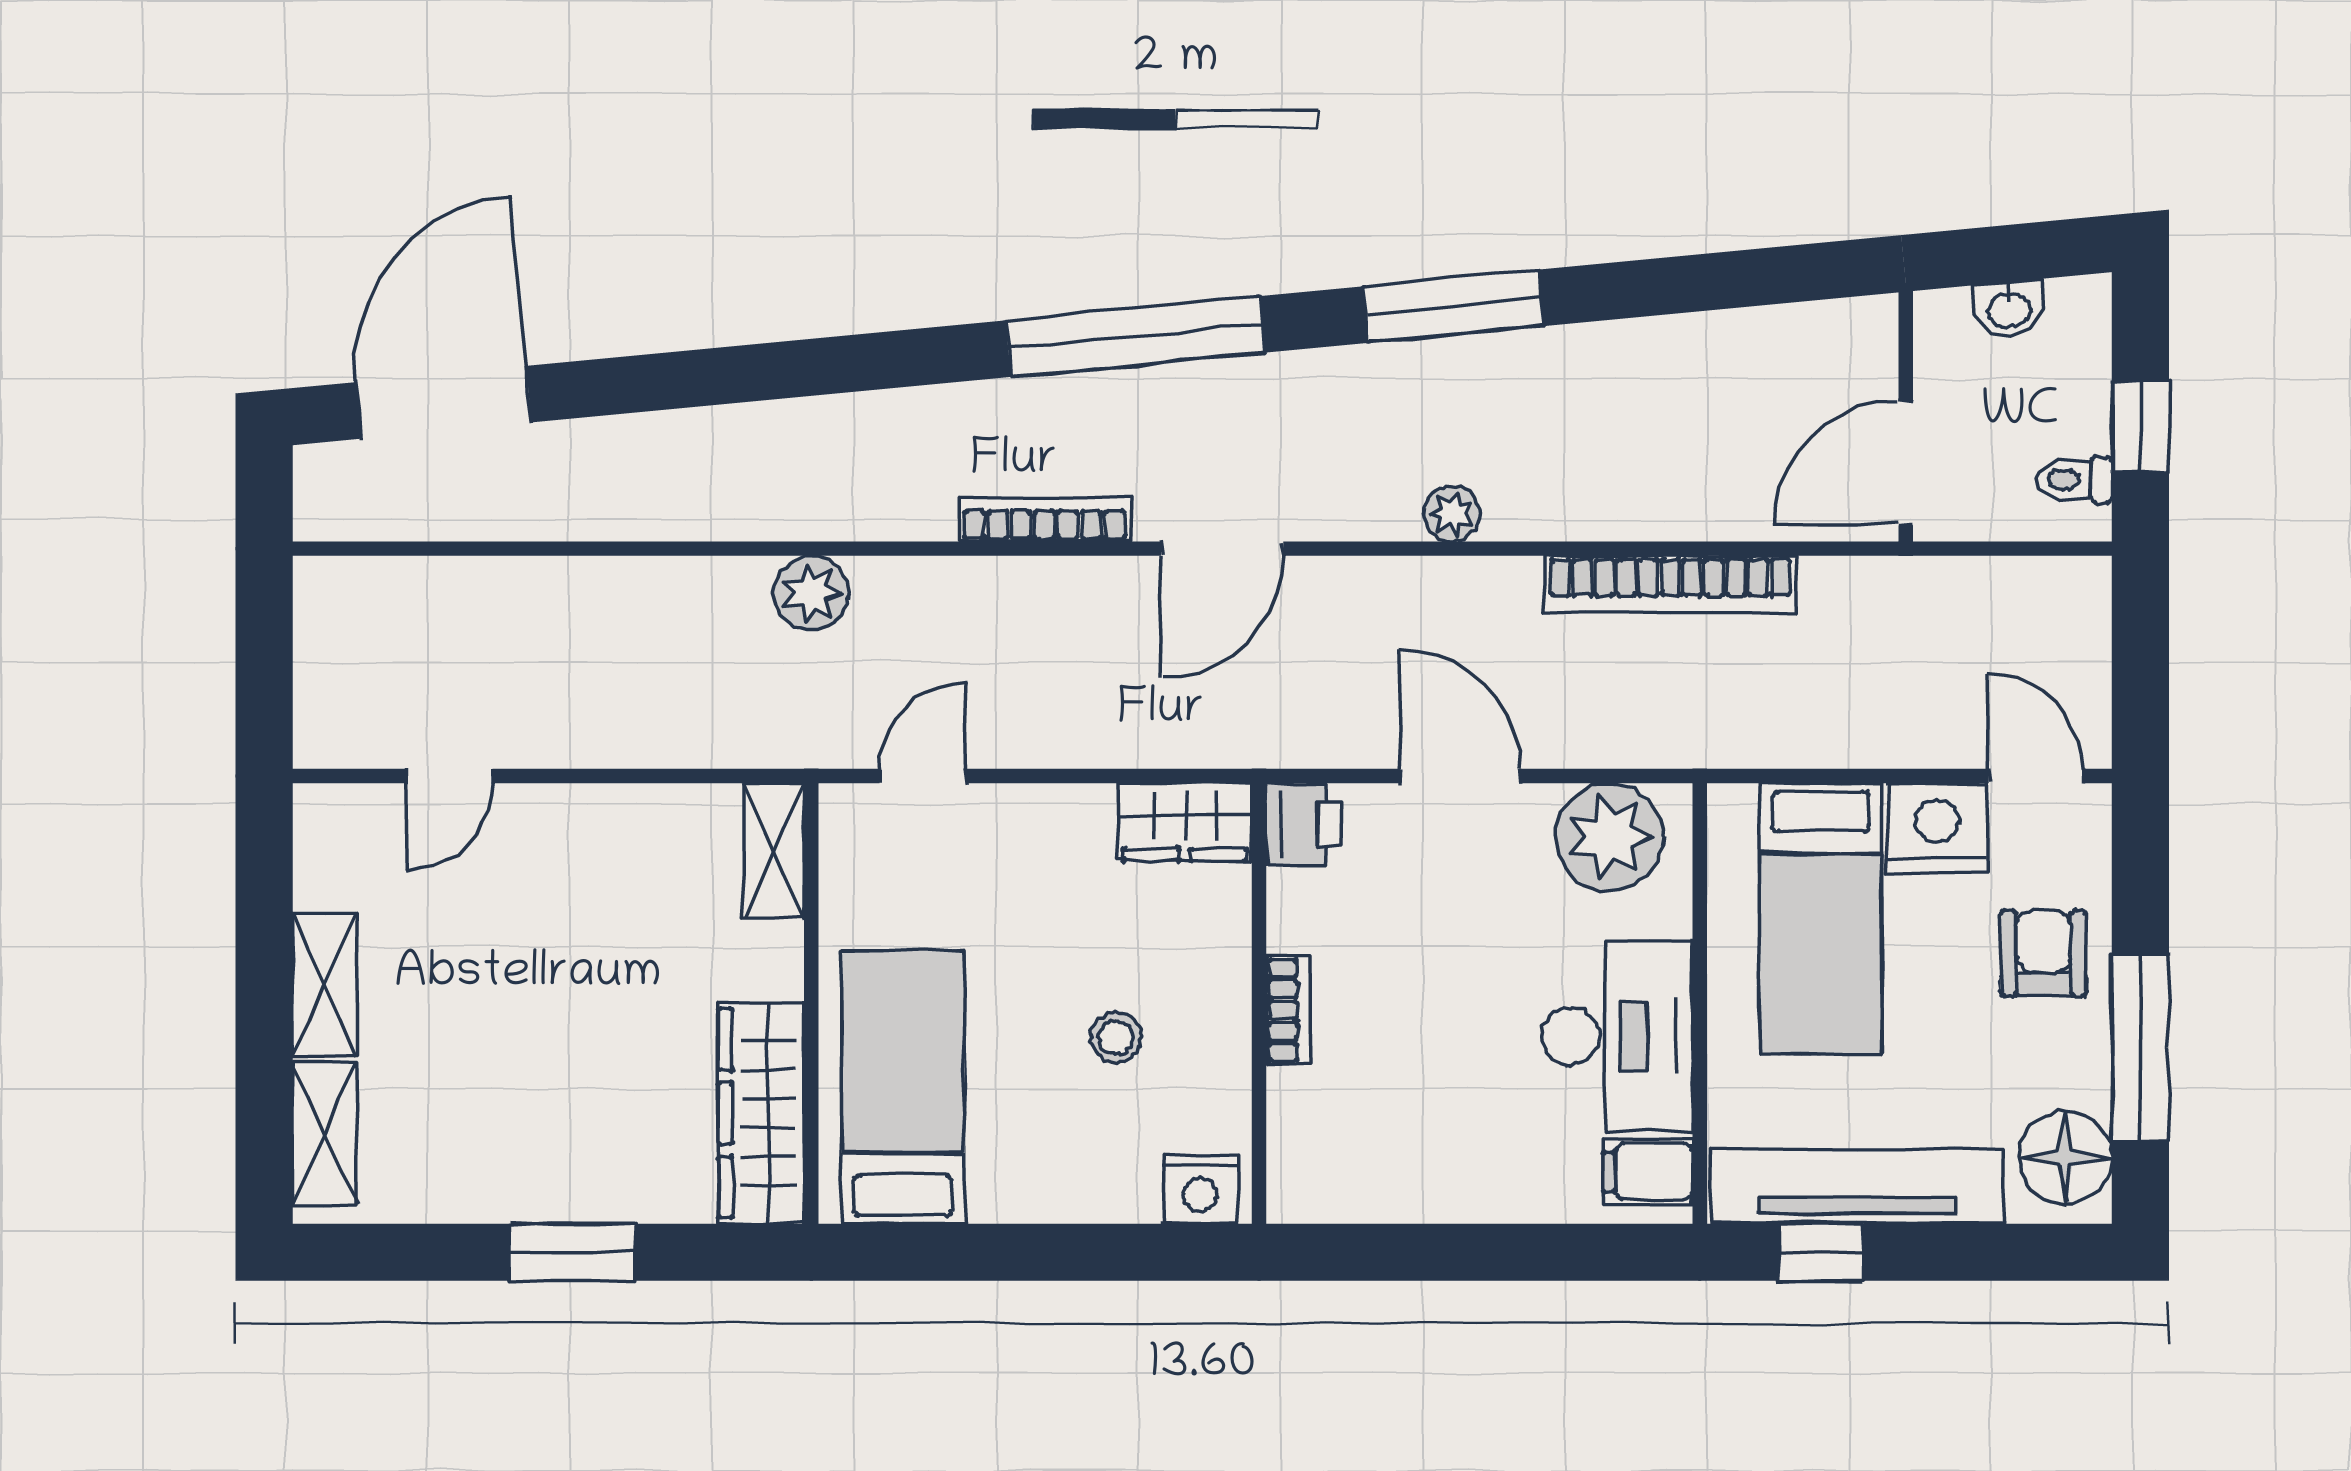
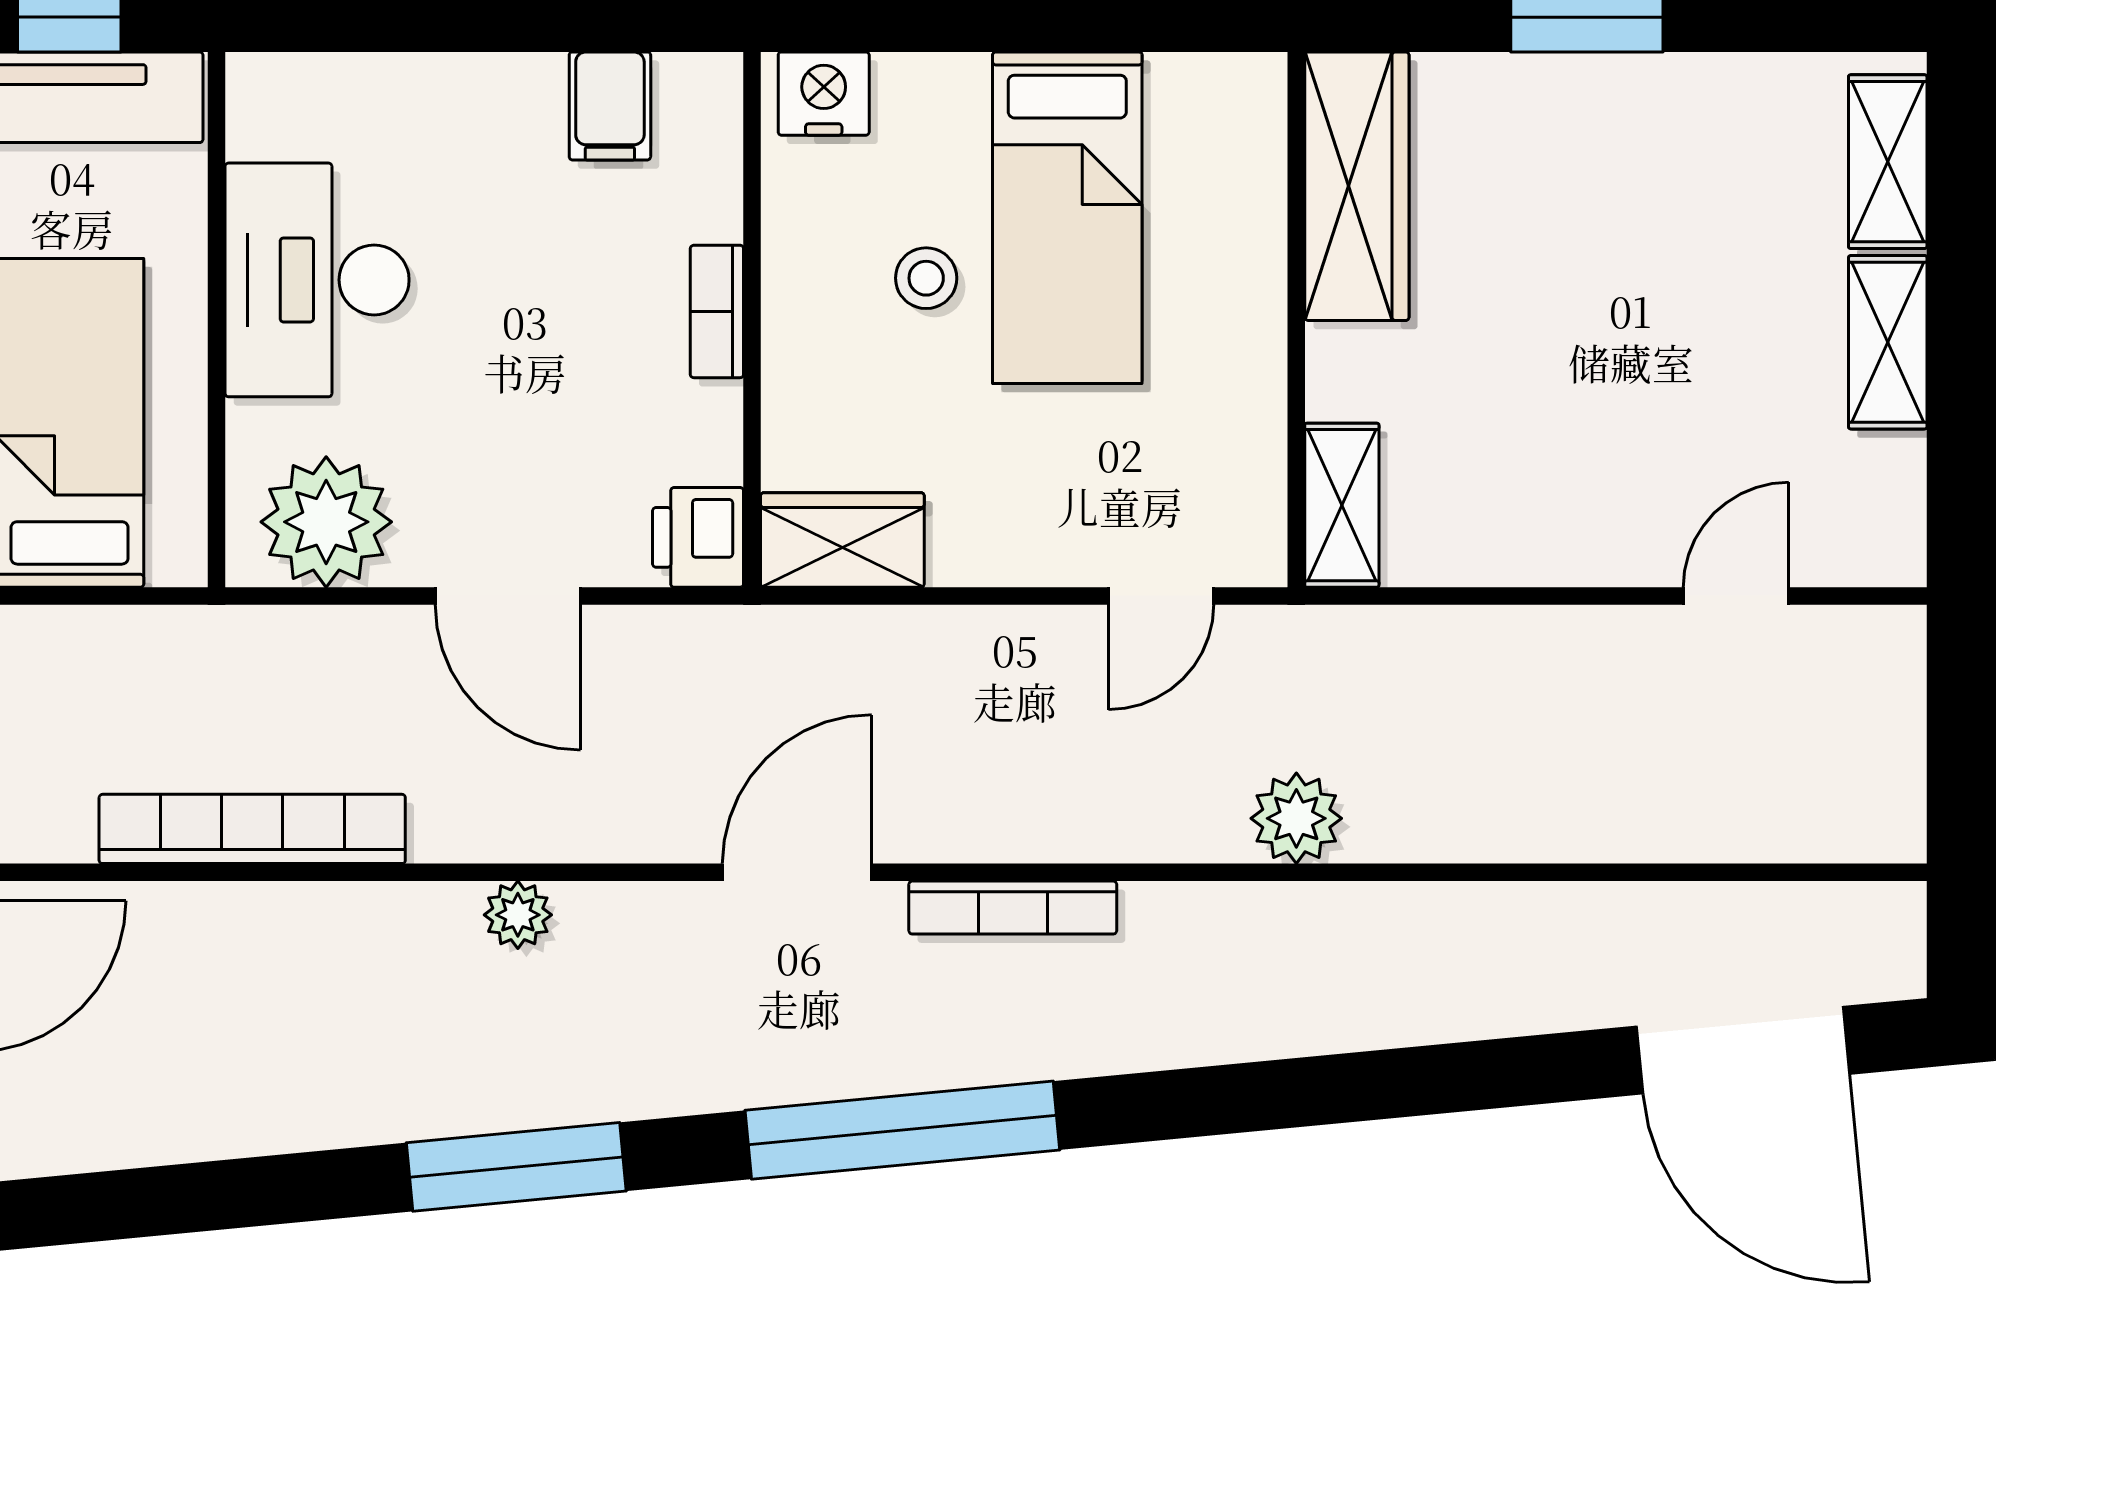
door: (444, 402) -> (1743, 1050), hinge flipped
bed: (903, 1087) -> (1067, 218), moved
filing cabinet: (1648, 1171) -> (610, 106), moved, turned 90

